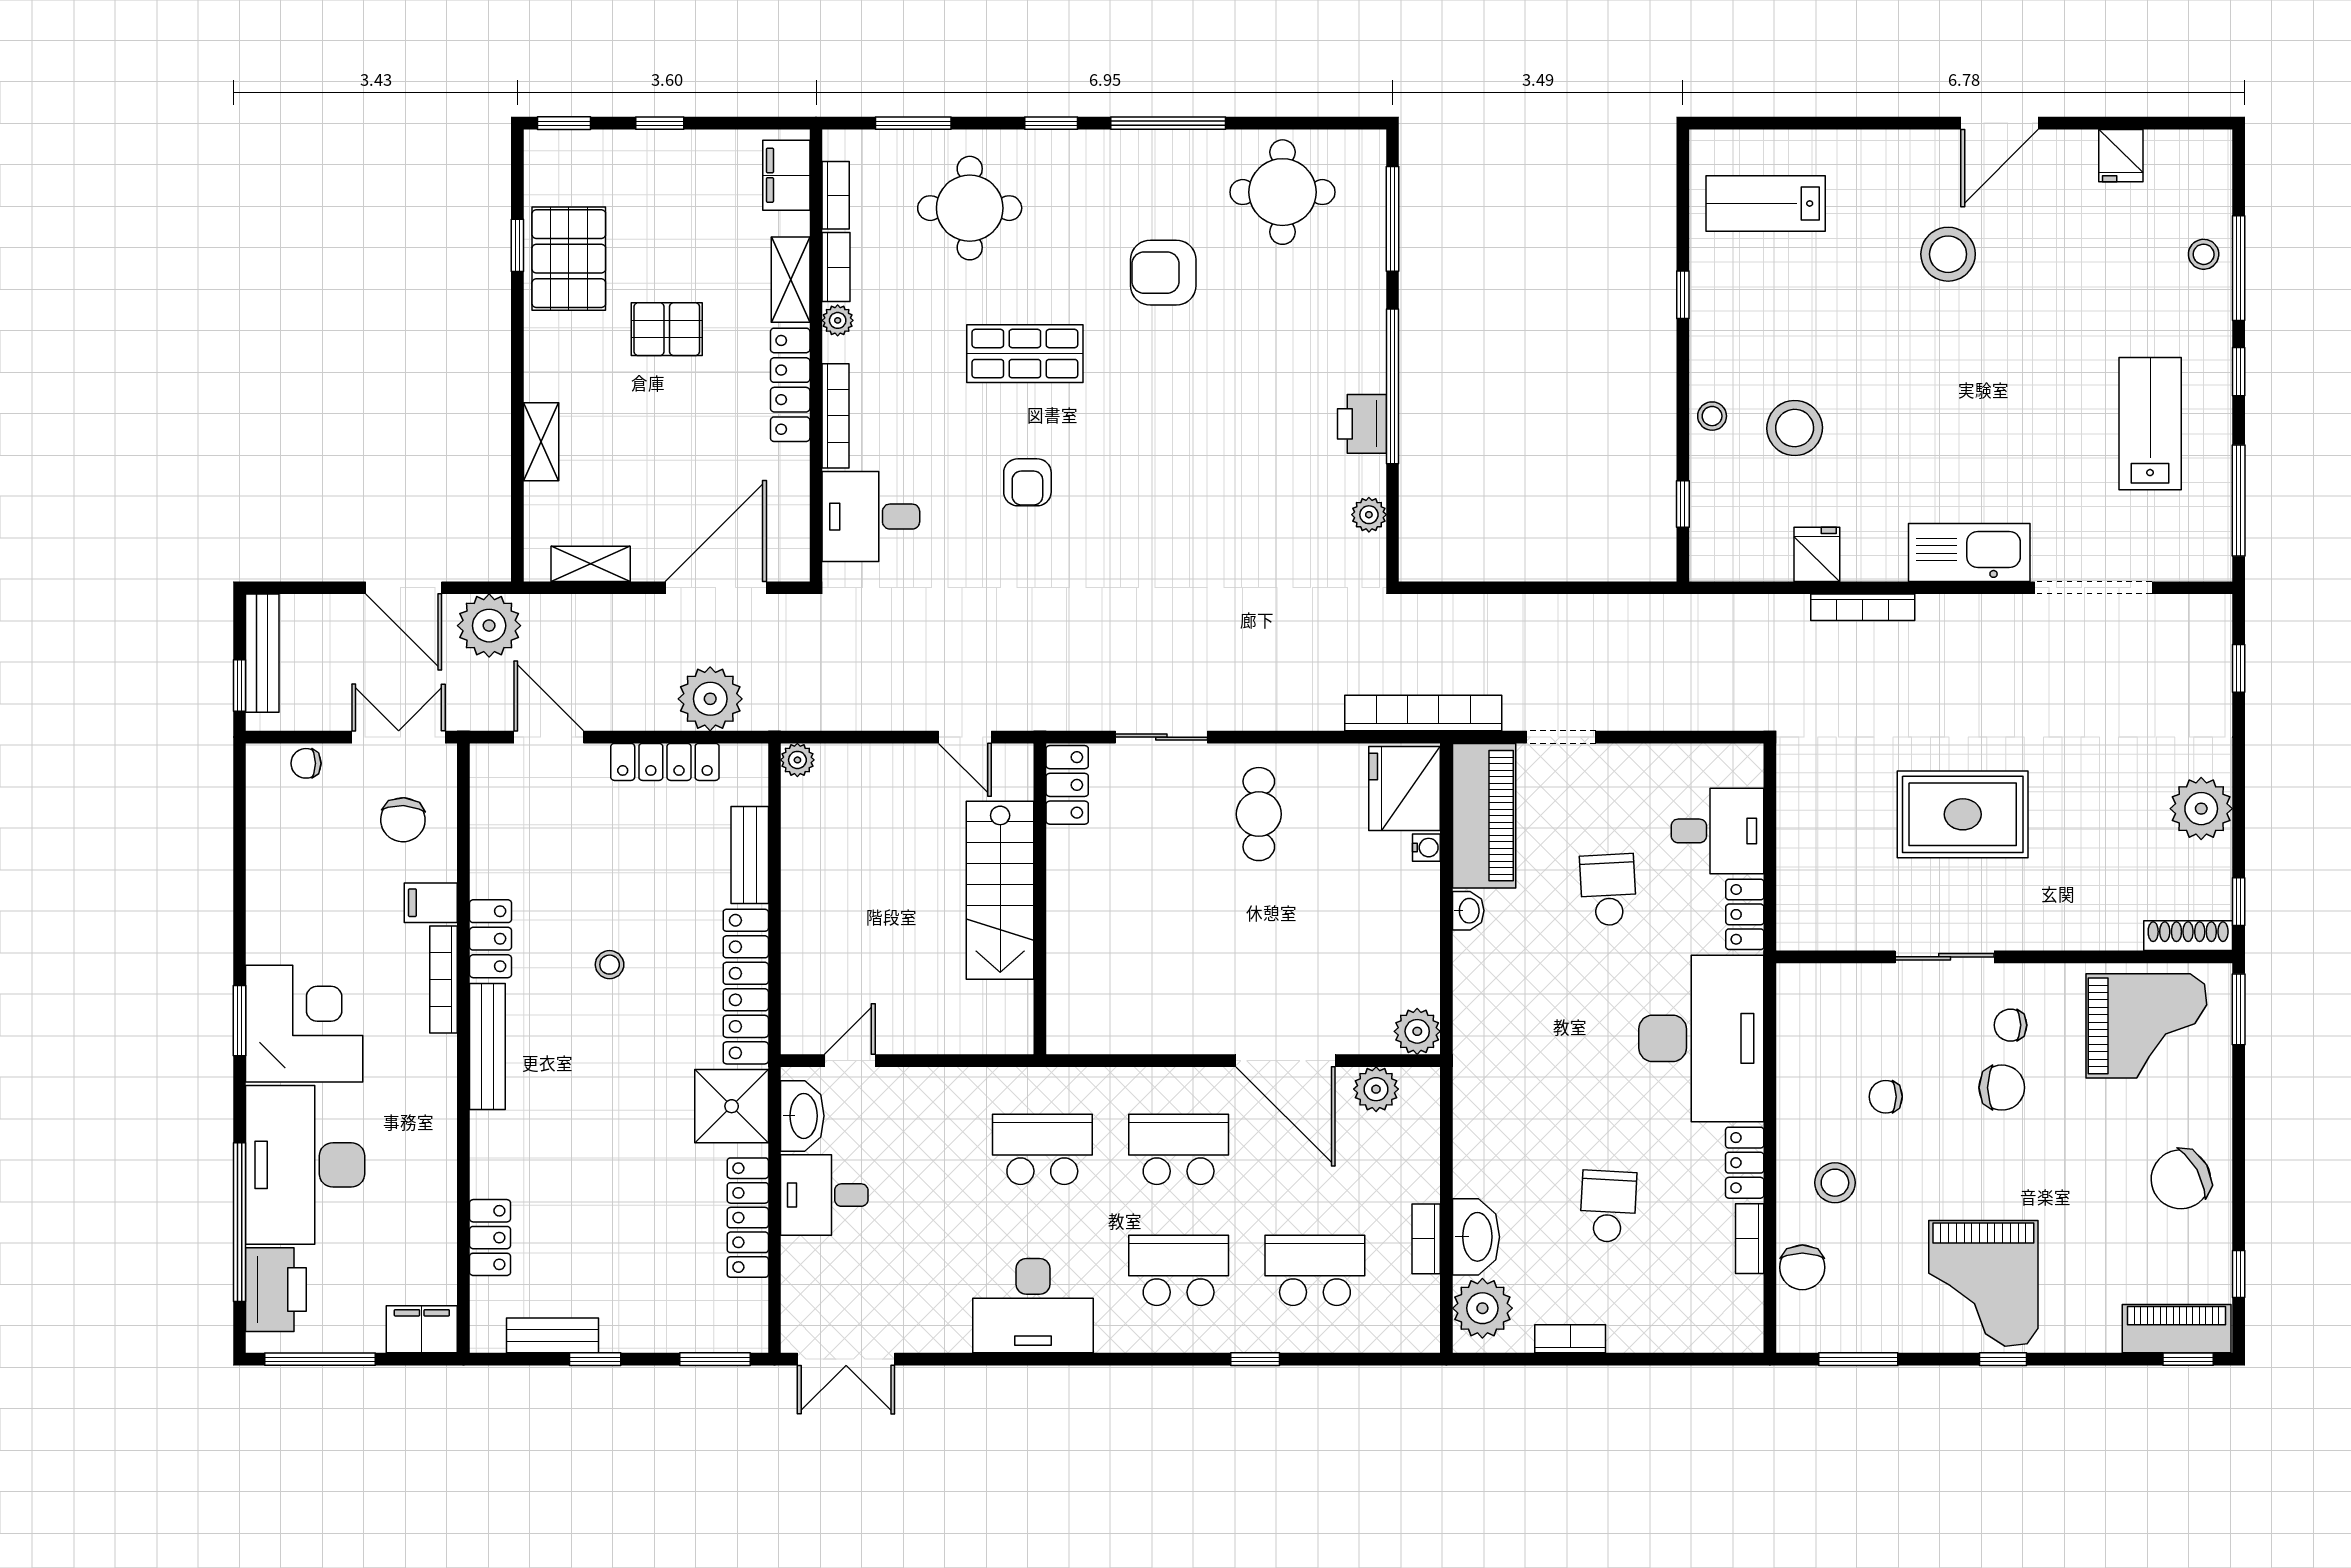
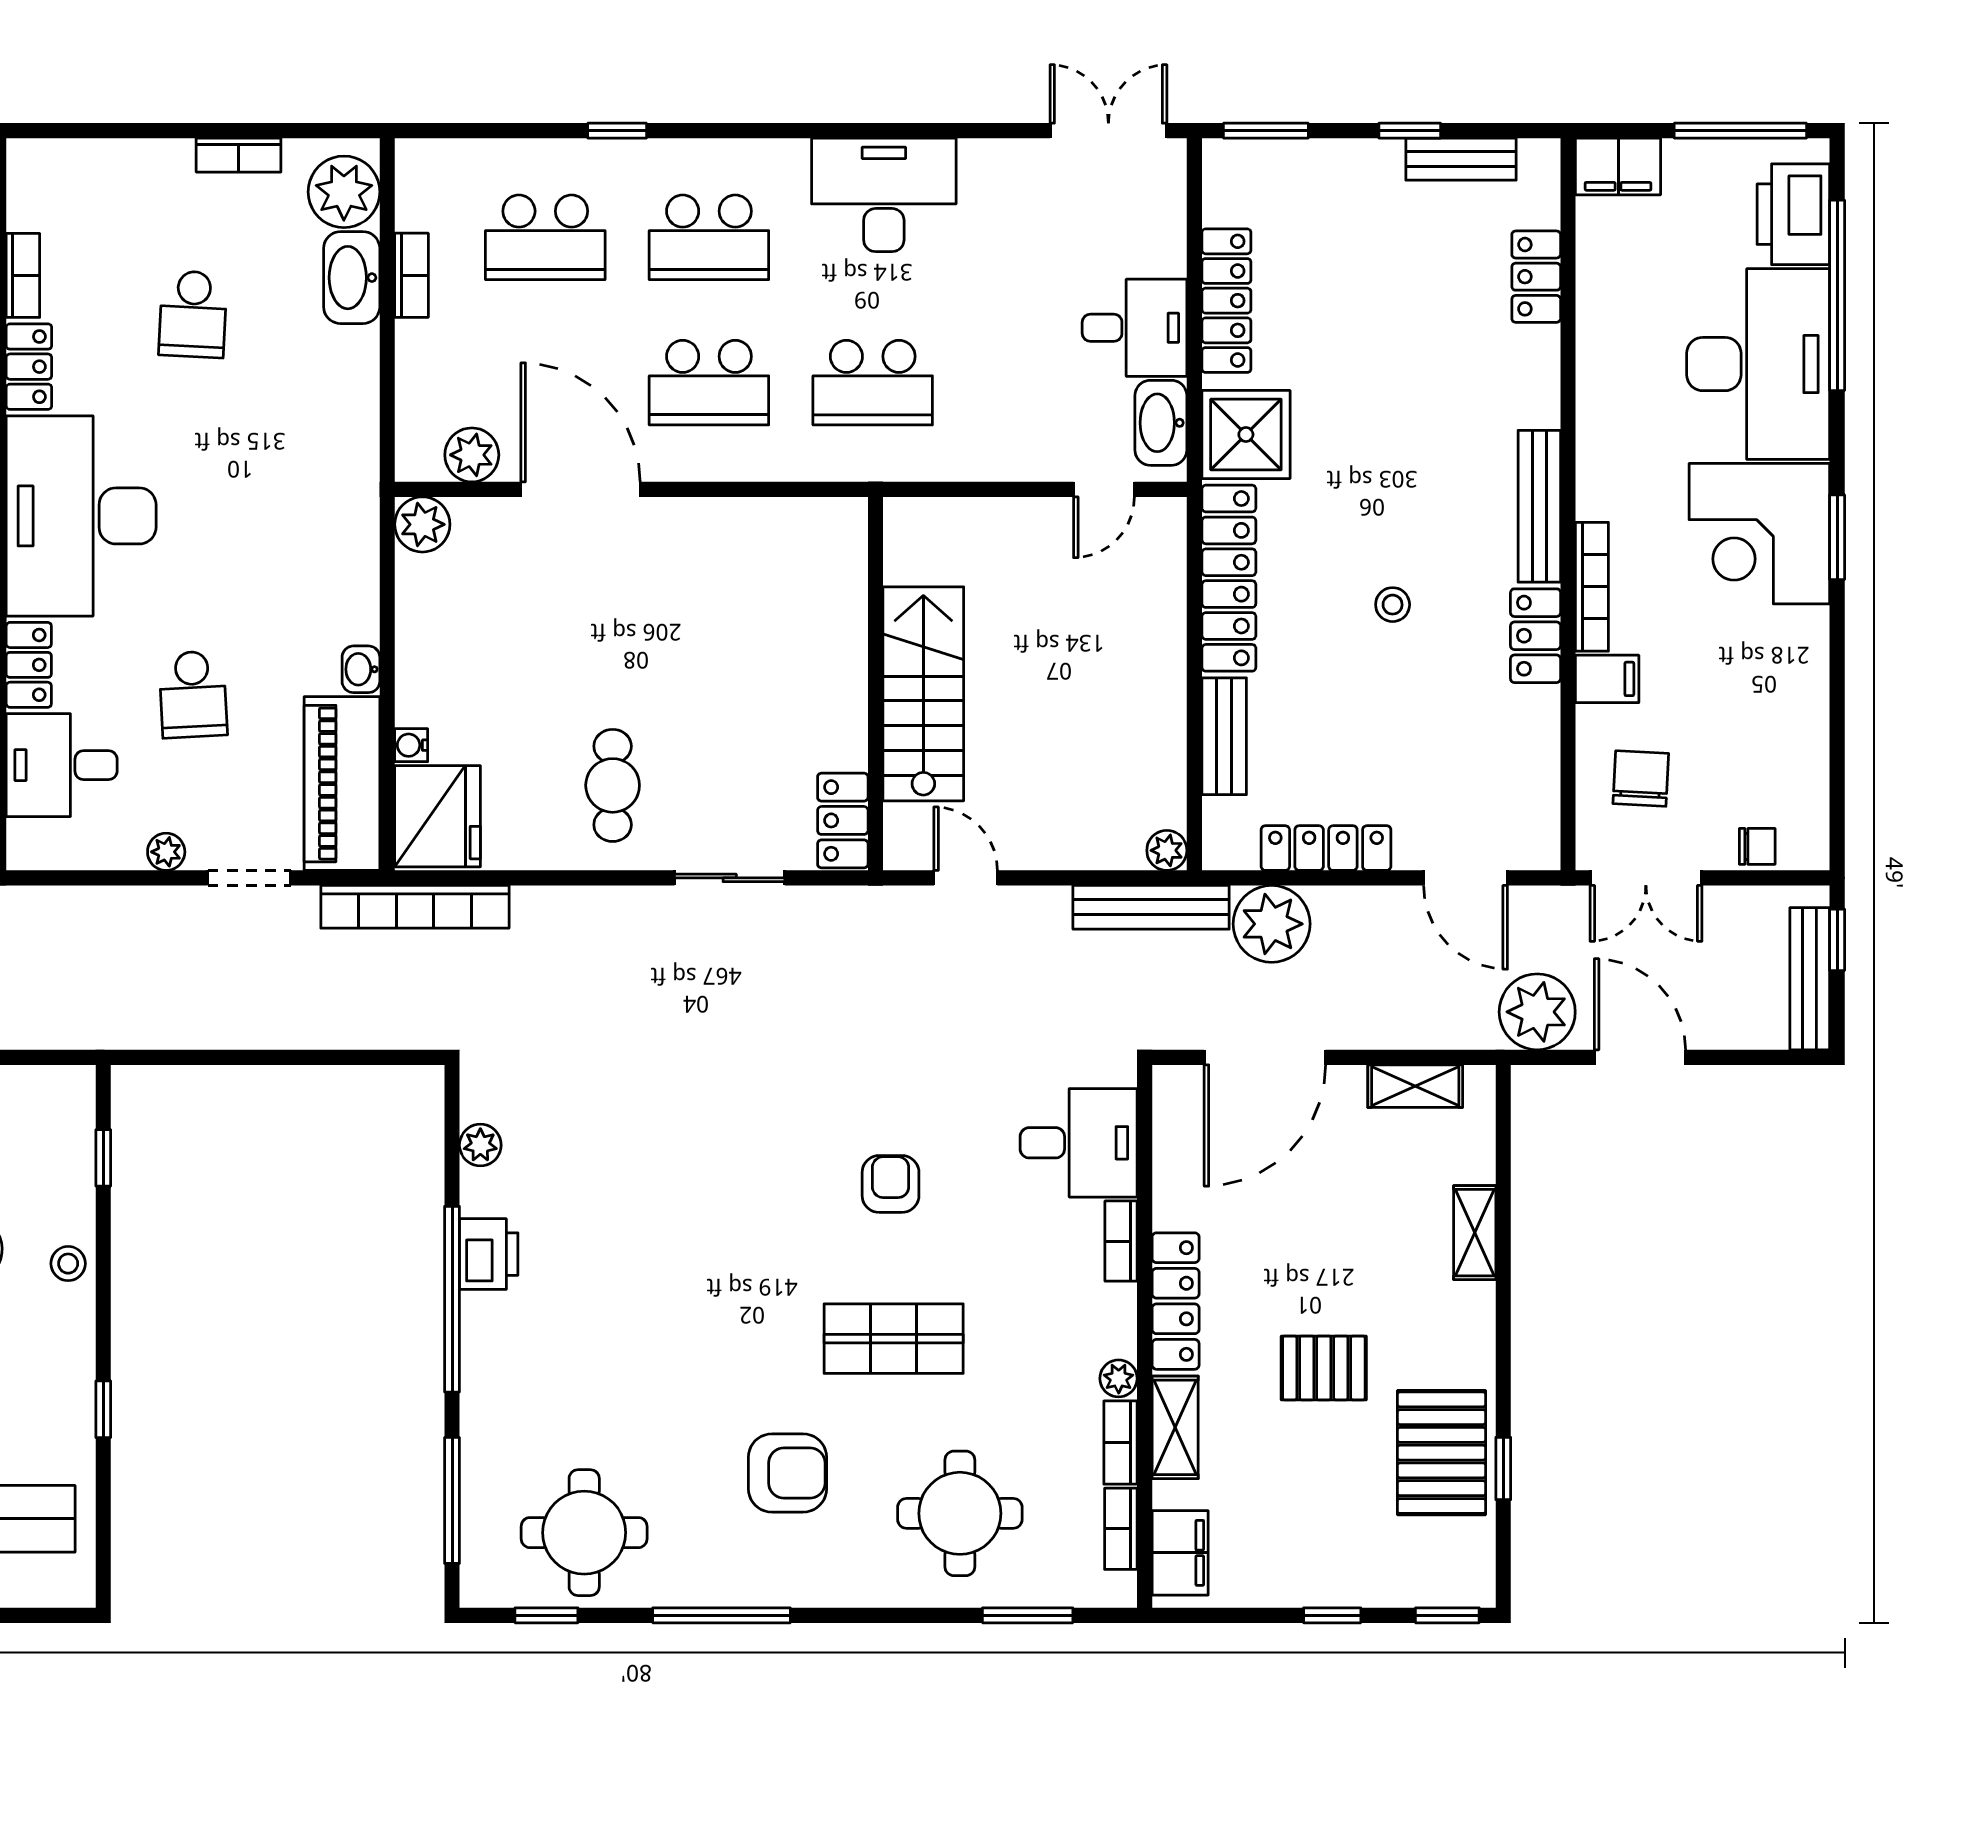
window: (1051, 123) -> (546, 1615), moved
armchair: (1163, 273) -> (787, 1473), moved
bookcase: (836, 416) -> (1121, 1241), width x0.64
bench: (811, 713) -> (1151, 907), added
plant: (1630, 759) -> (166, 852), added

